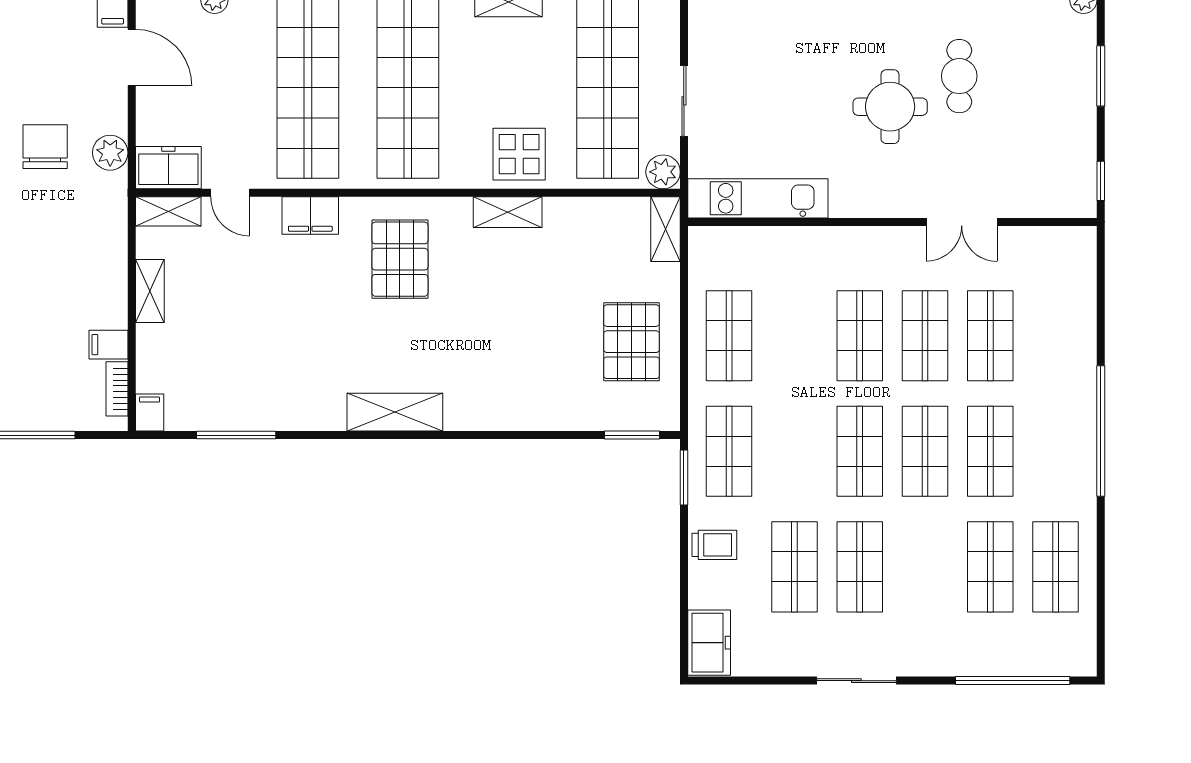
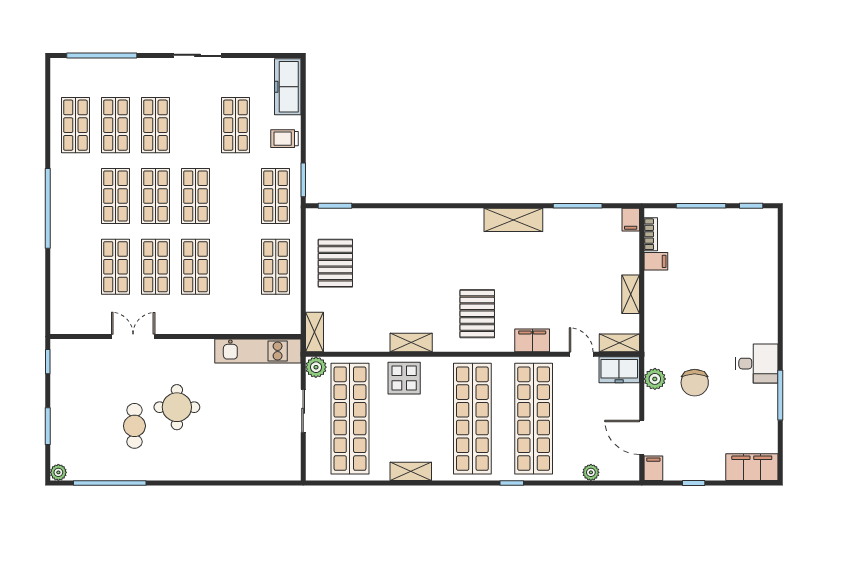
shelving: (395, 412) -> (513, 220), moved
shop shelf: (860, 567) -> (155, 125), moved
freezer: (709, 643) -> (288, 87), width x1.40

